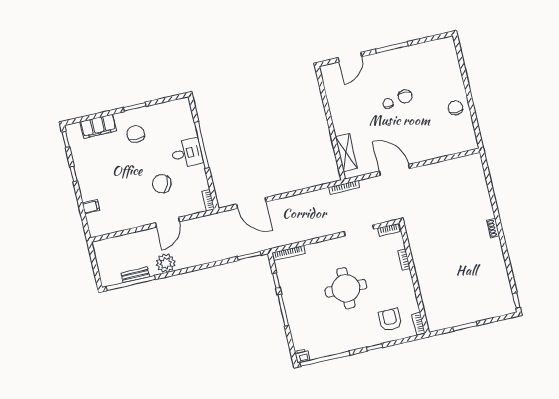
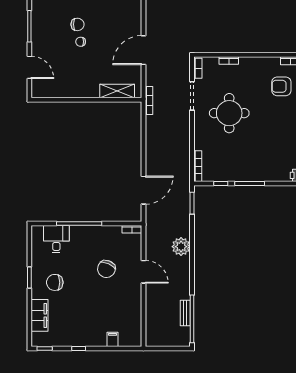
desk: (187, 153) -> (56, 239), moved
plant: (166, 263) -> (181, 247), moved
round table: (346, 288) -> (229, 113), moved

